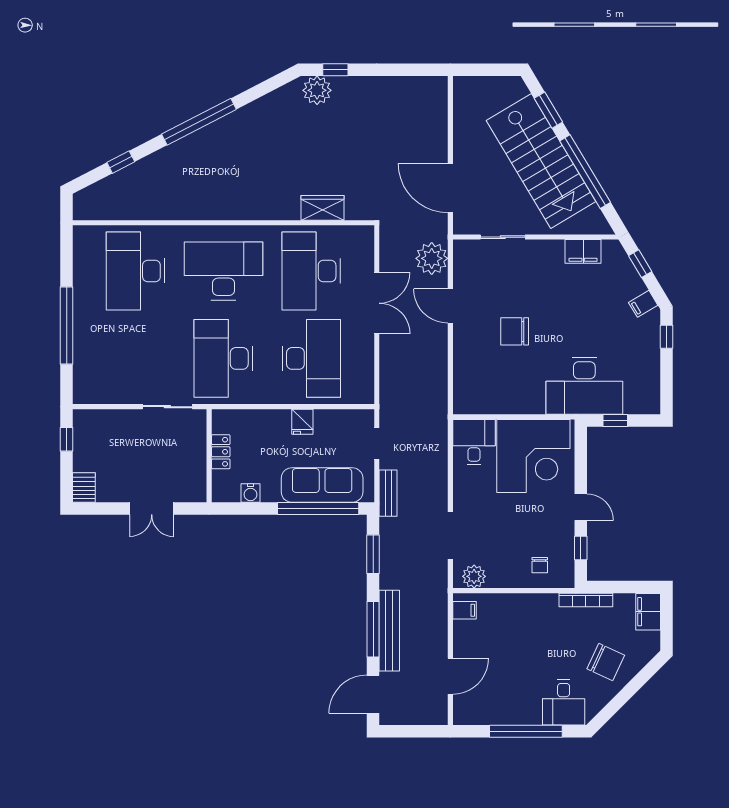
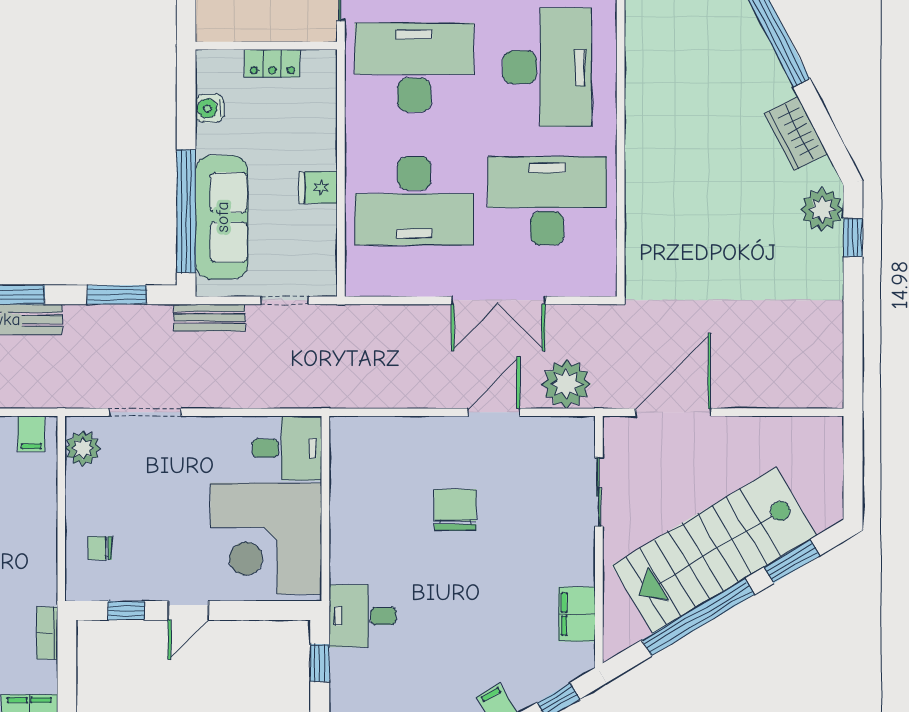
wardrobe: (323, 208) -> (796, 134), moved, turned 153
desk: (584, 386) -> (363, 616), width x0.53, depth x0.77
bookcase: (586, 600) -> (47, 633), width x0.64

